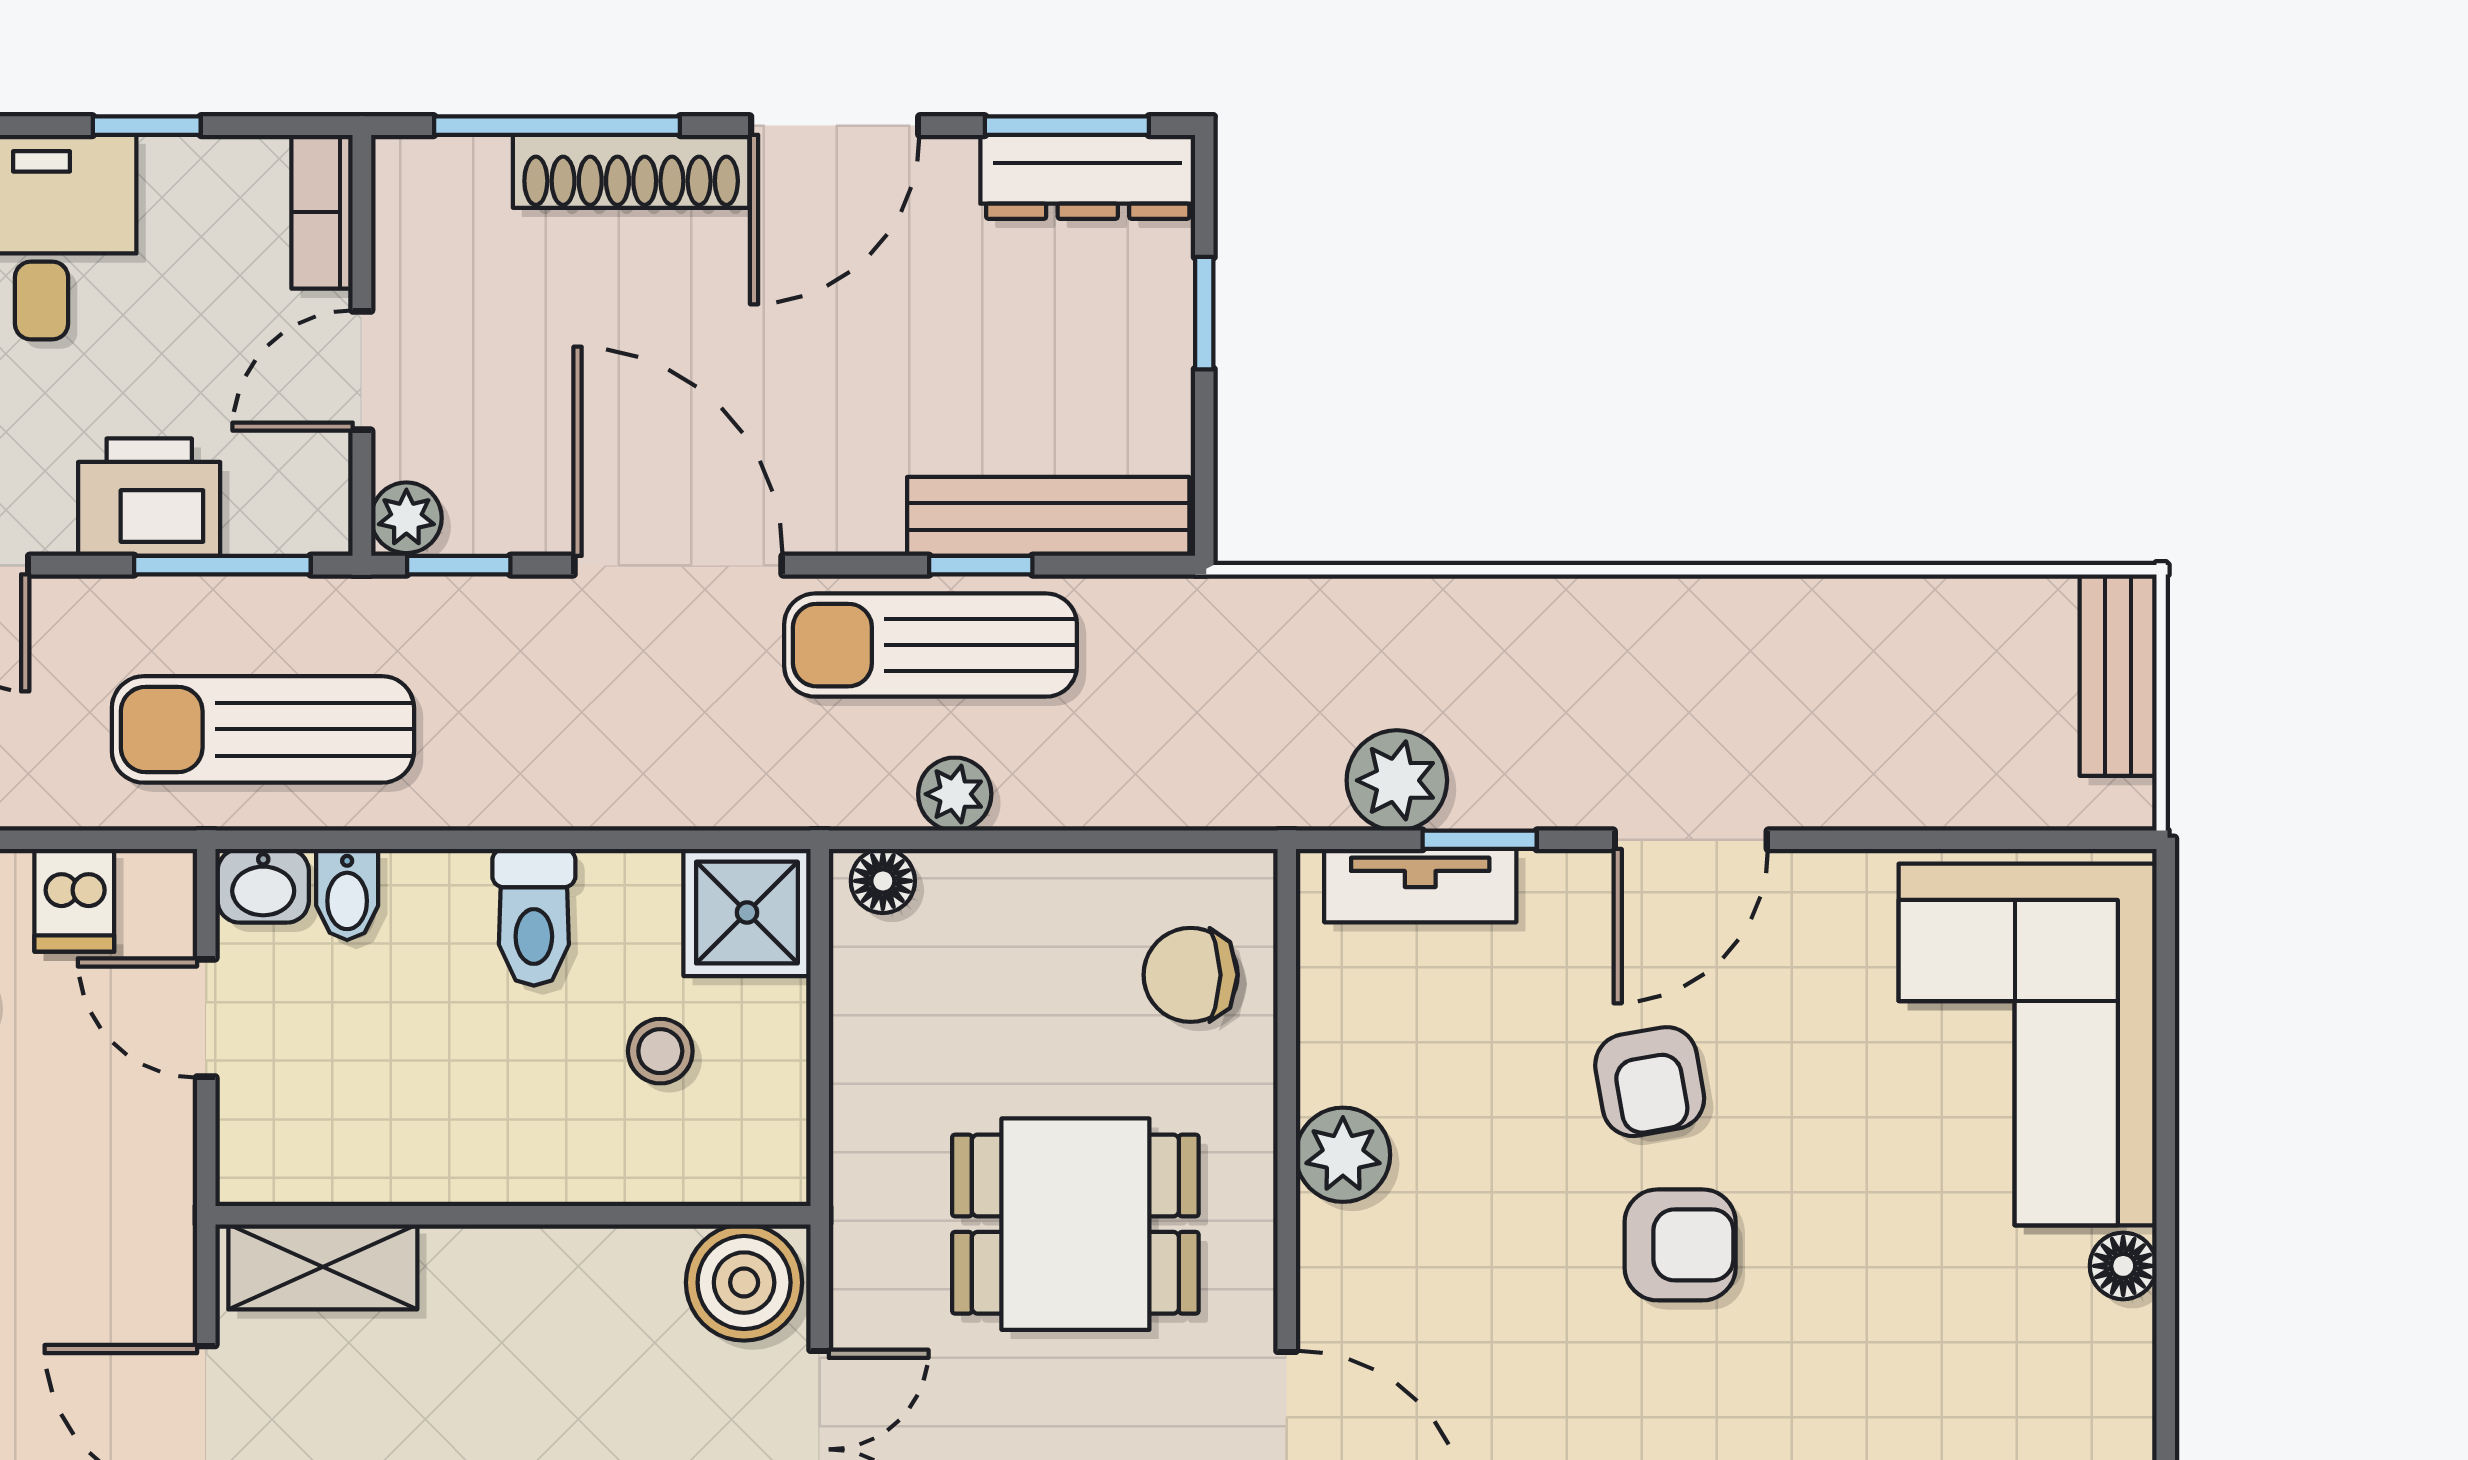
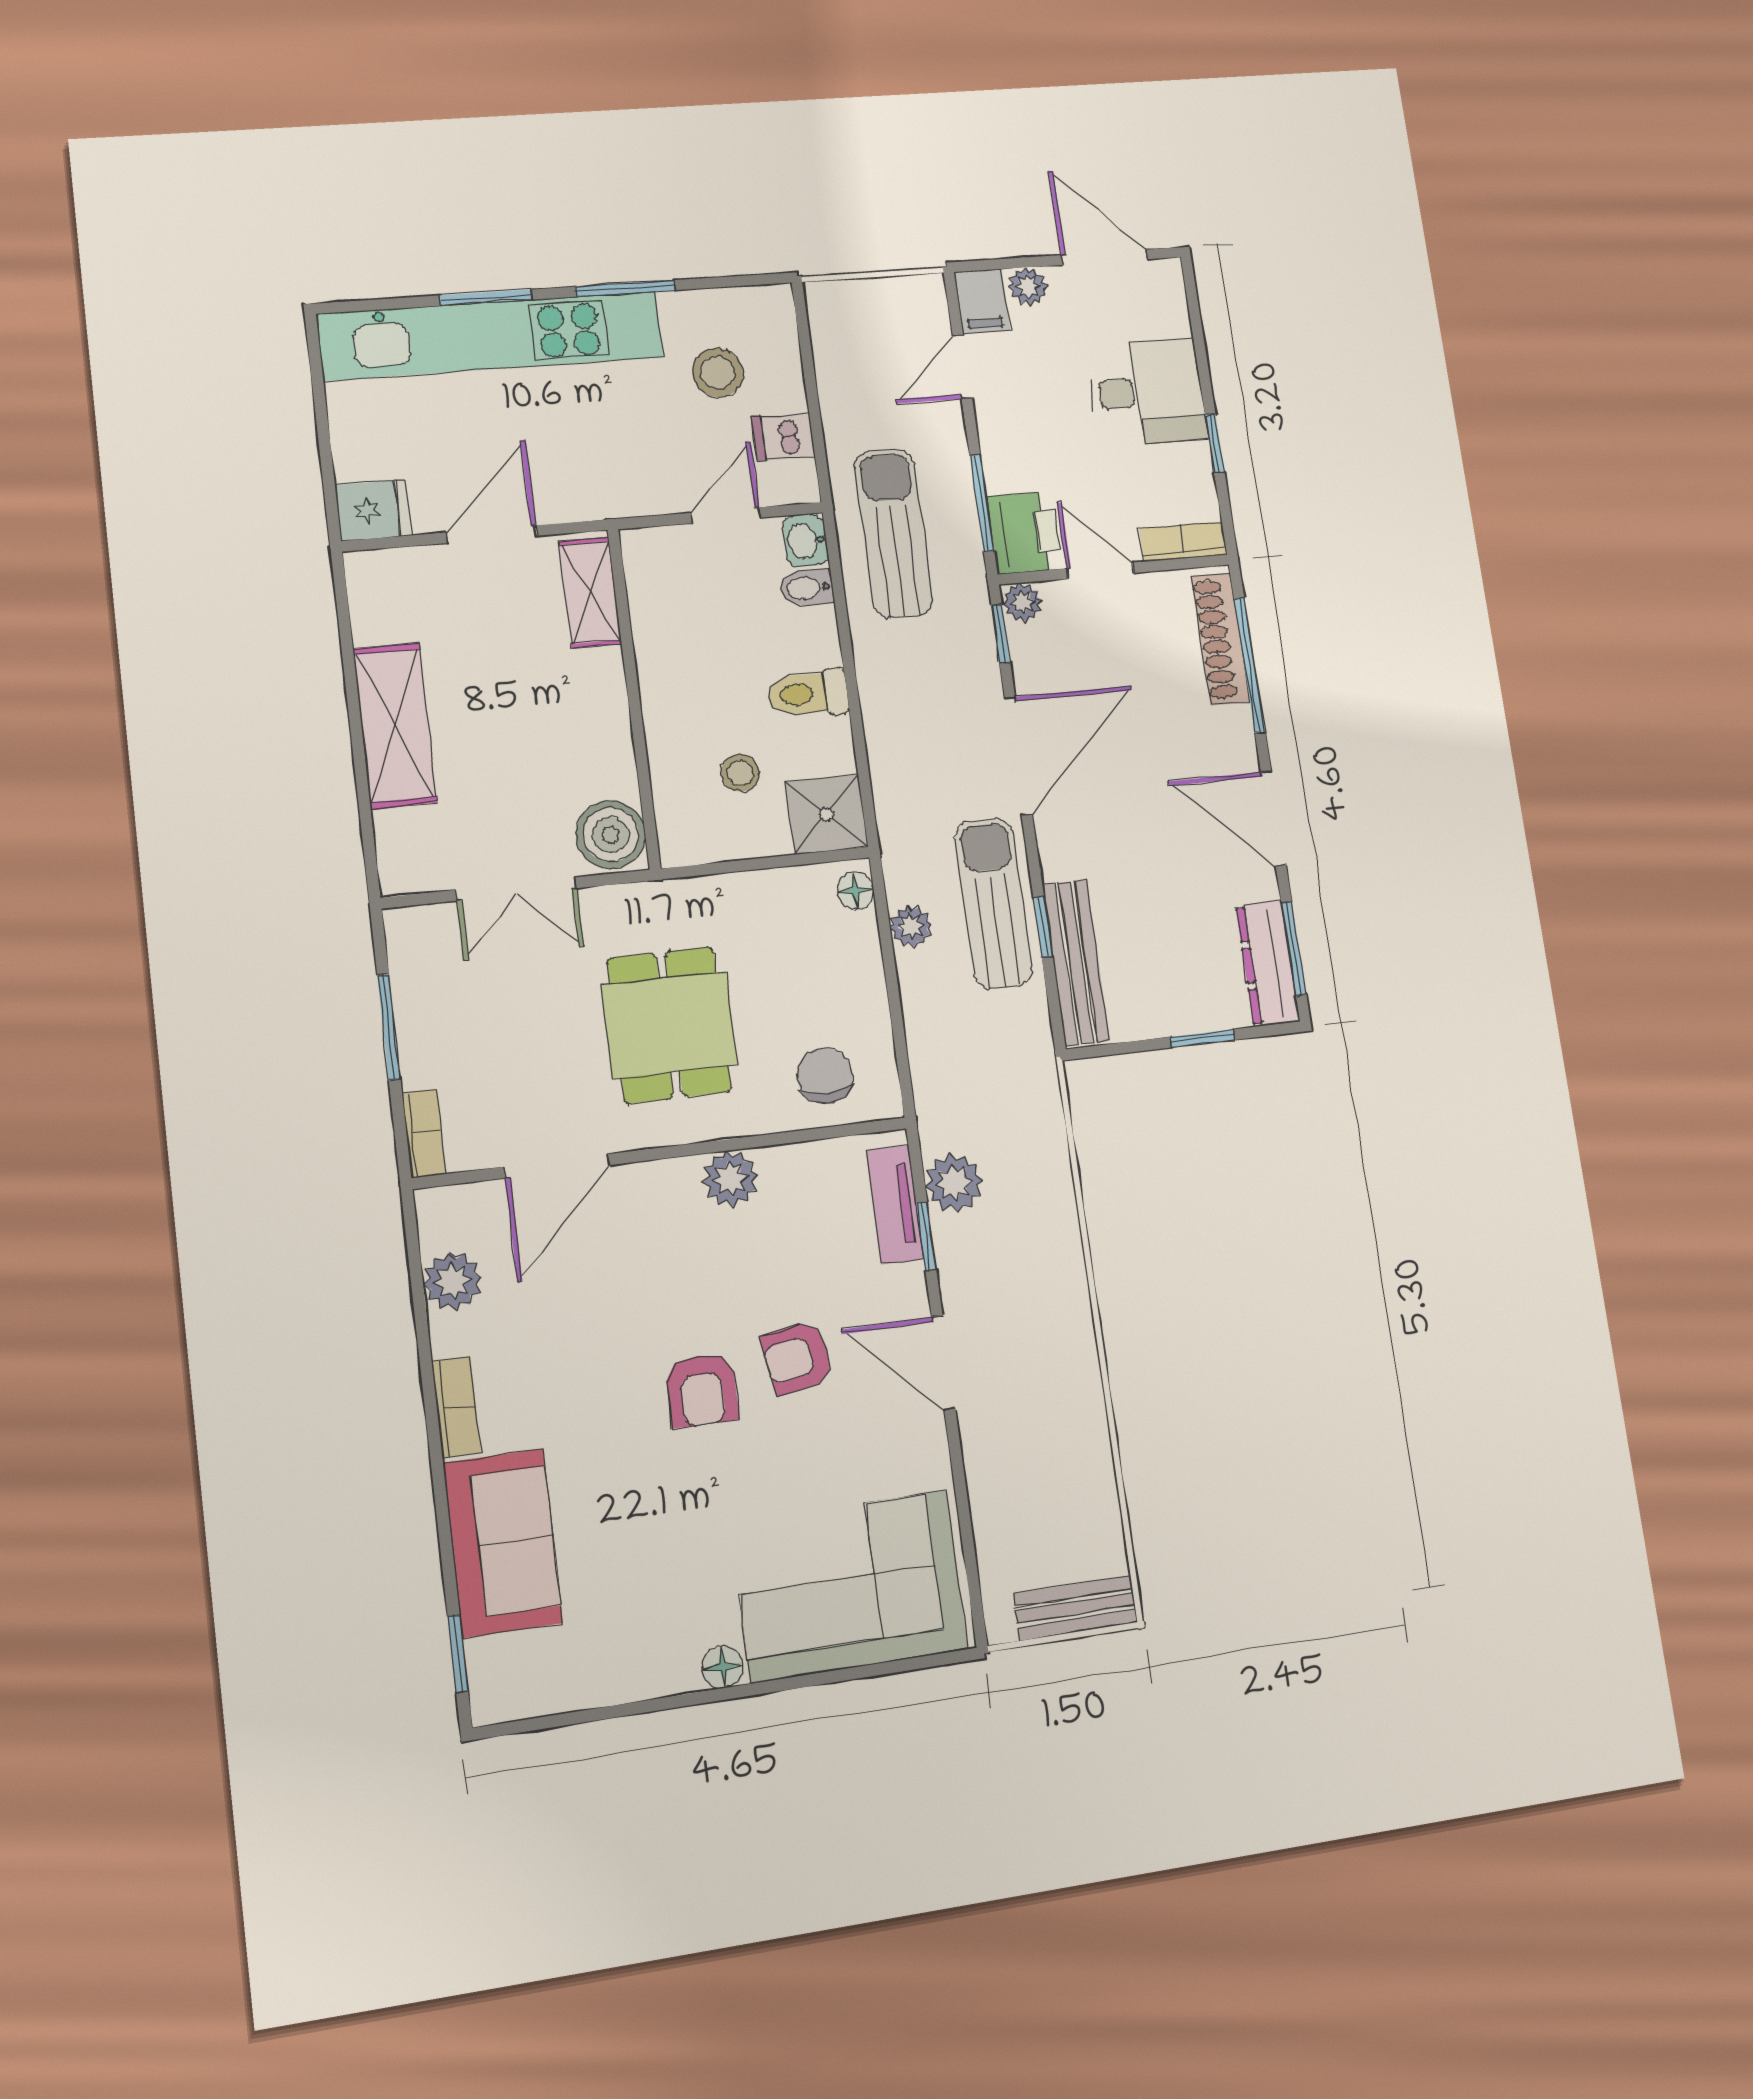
shoe rack: (631, 171) -> (1220, 639), moved
printer: (149, 497) -> (1024, 533), moved

